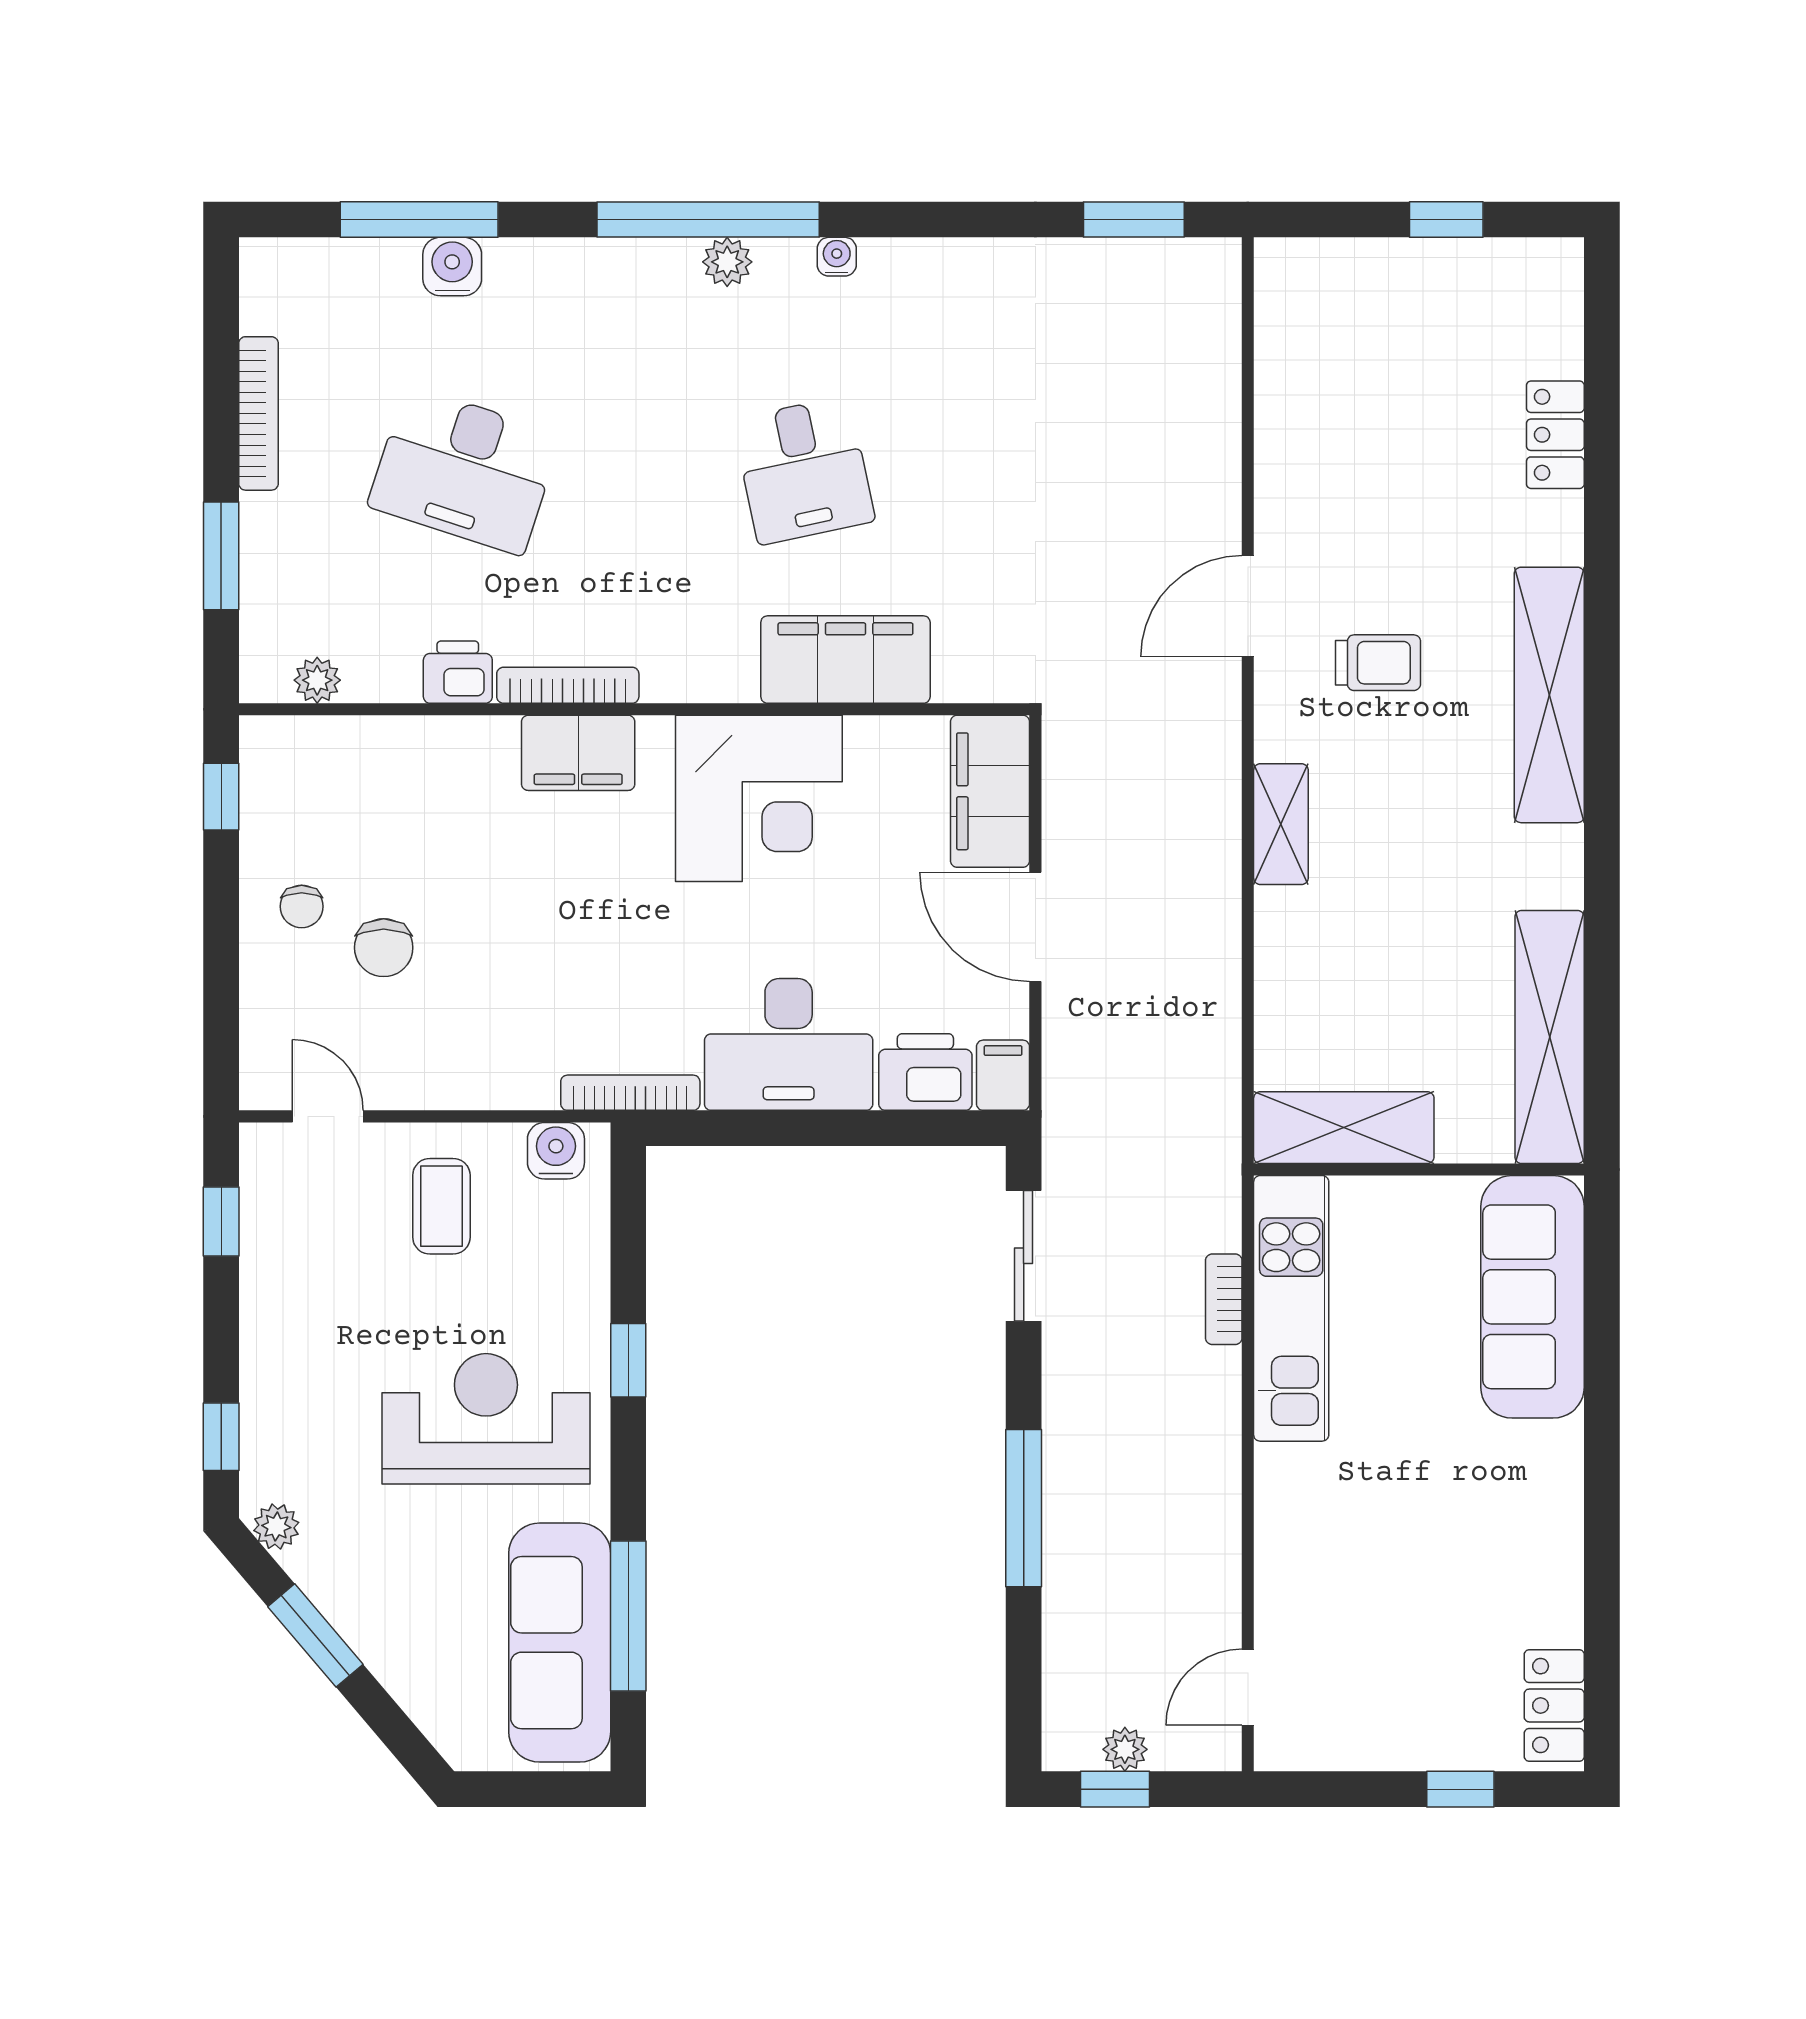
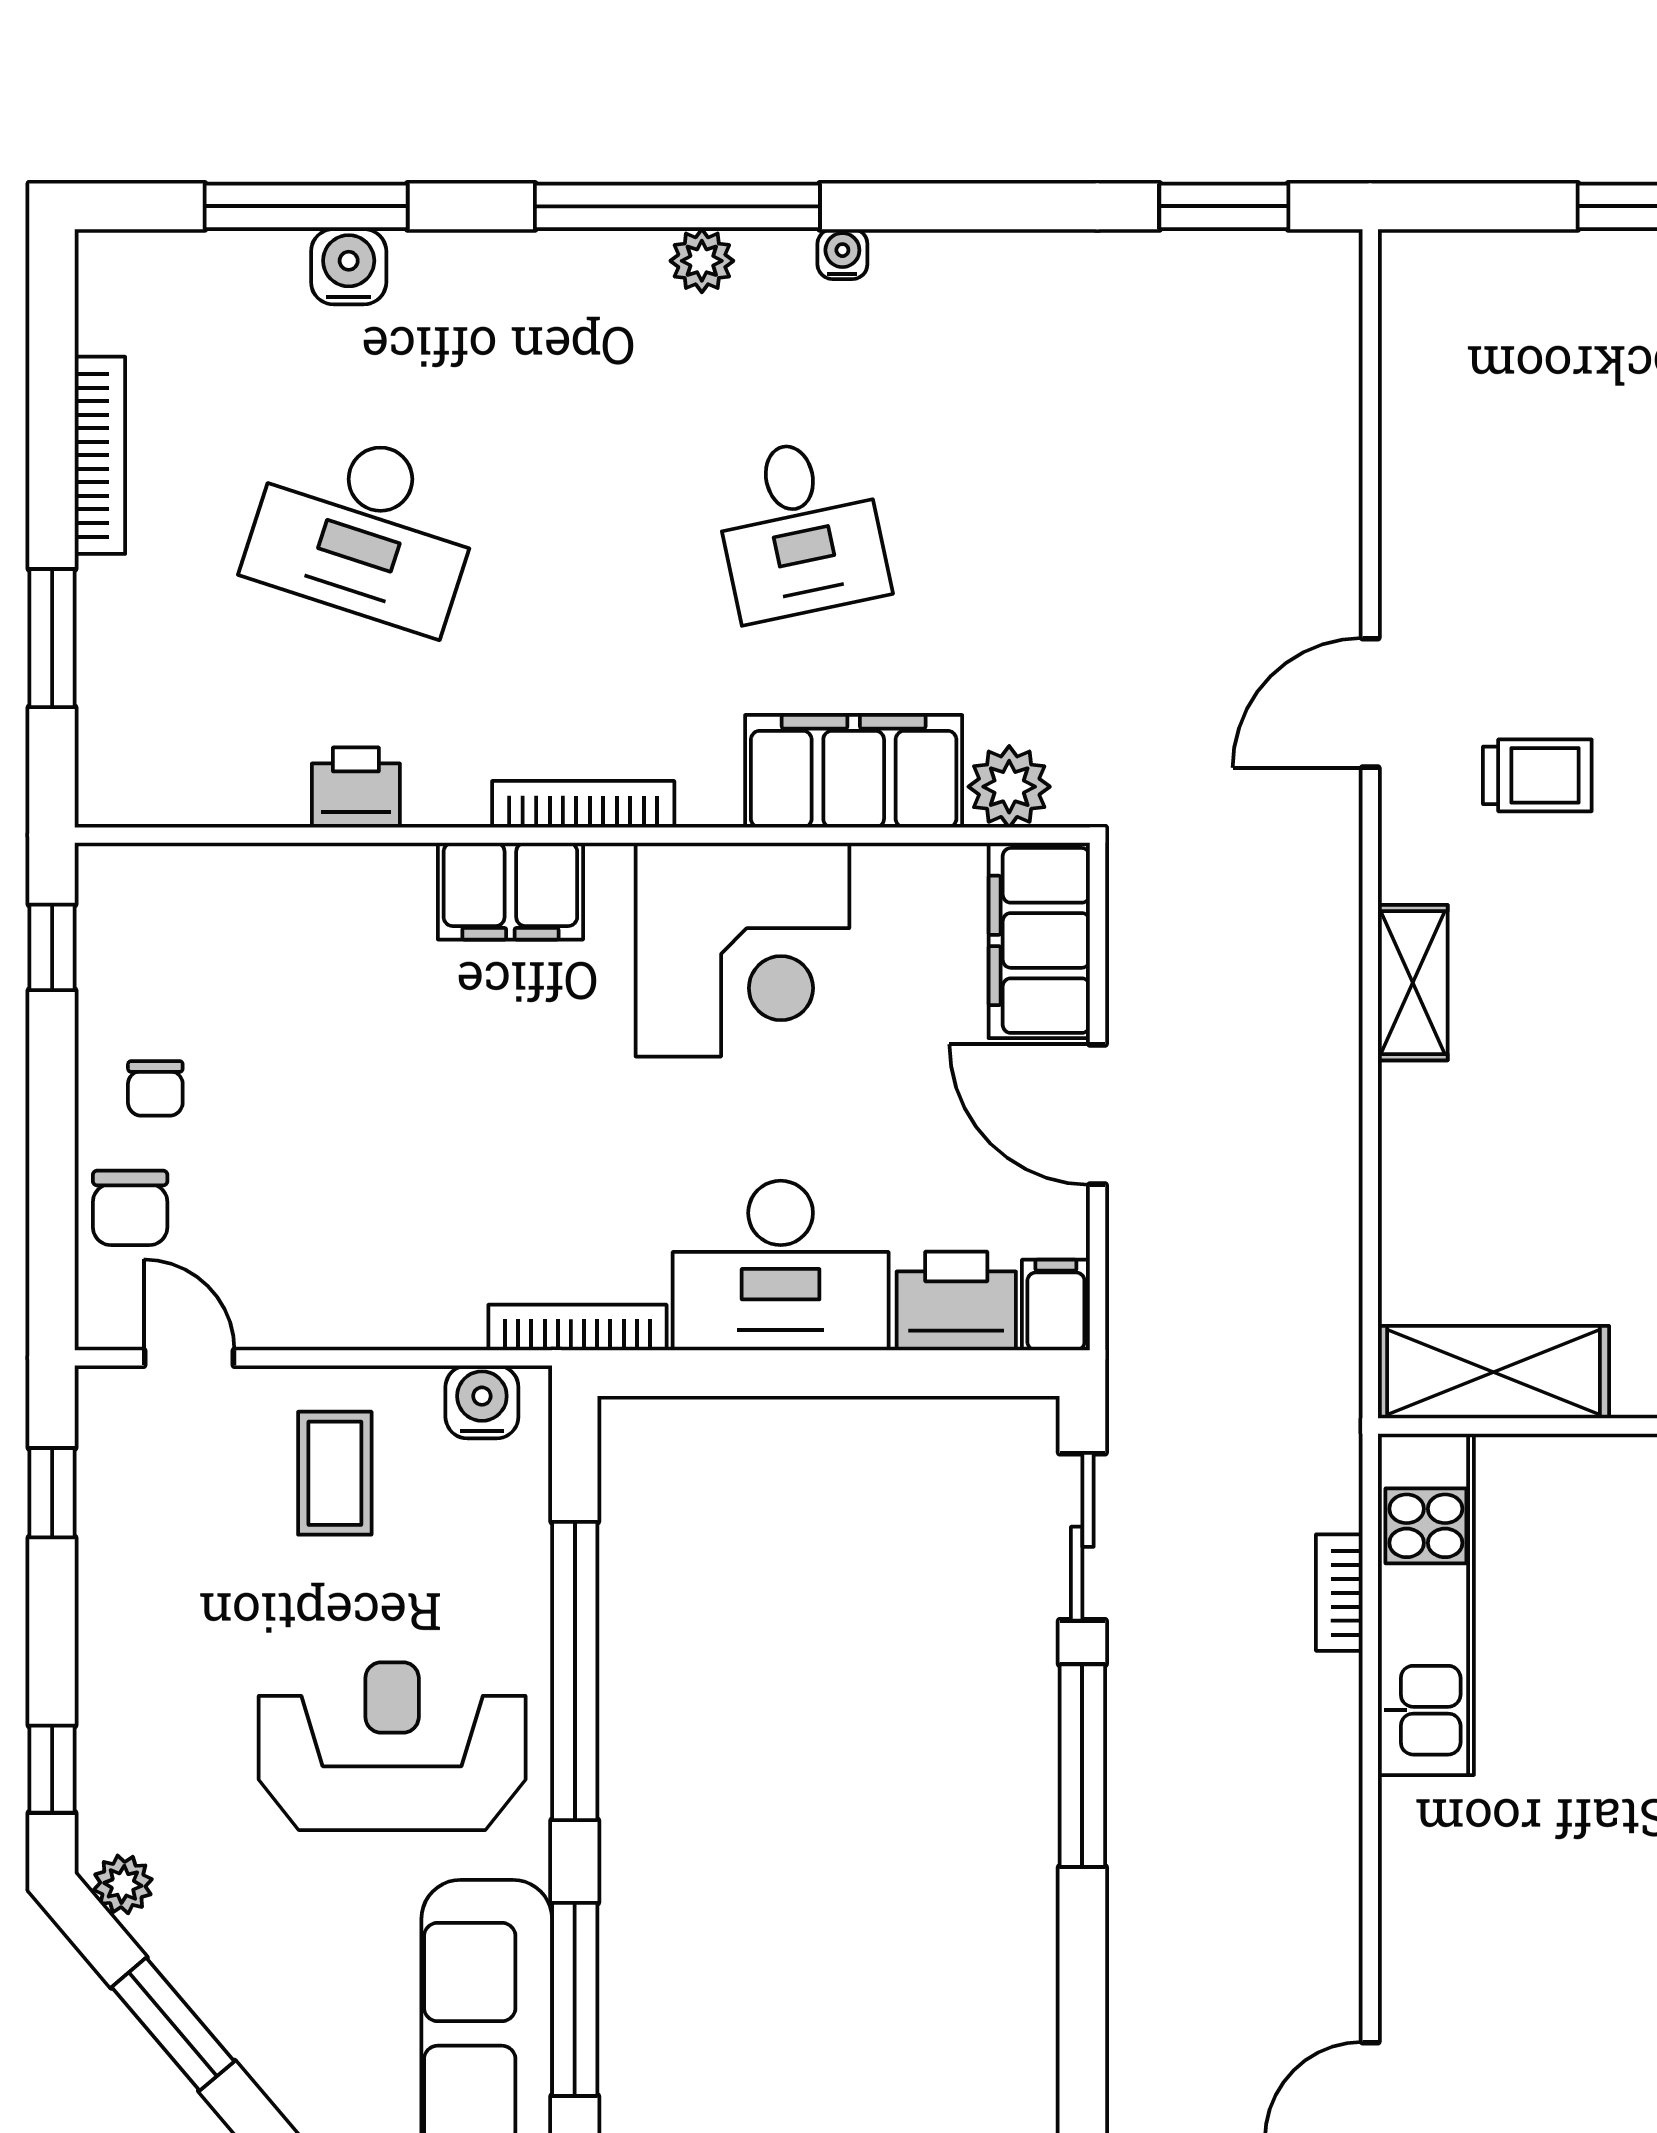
plant: (317, 680) -> (1009, 787), moved, width x1.38, depth x1.38
bookcase: (568, 685) -> (583, 804), moved
chair: (384, 948) -> (130, 1208), moved
window: (628, 1360) -> (575, 1671), width x3.17
window: (1024, 1508) -> (1082, 1766), moved

